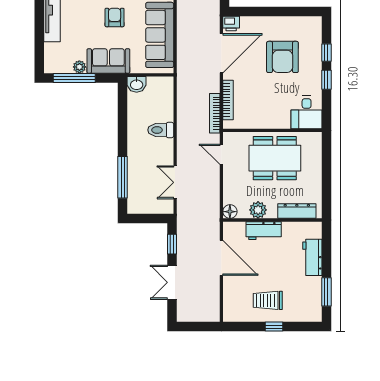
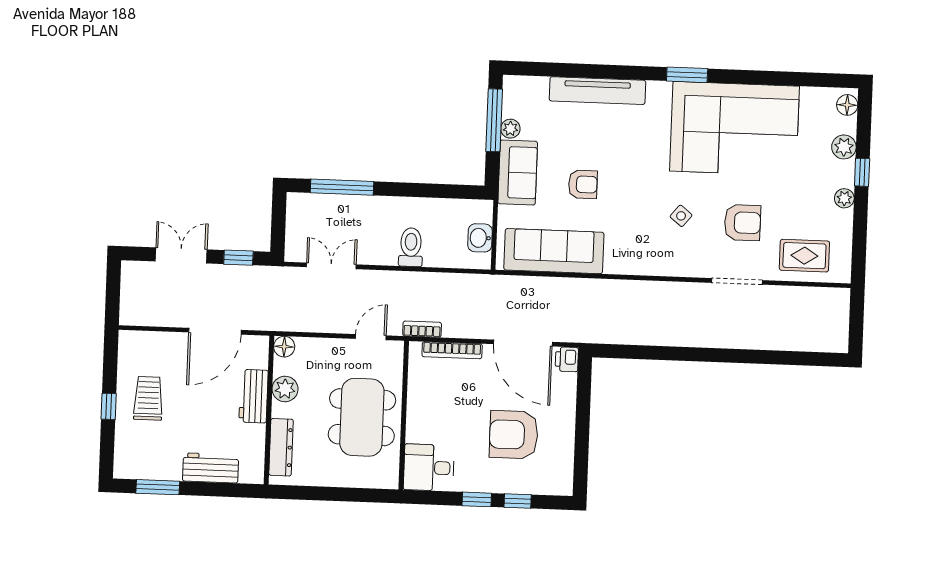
washbasin: (137, 84) -> (480, 238), moved
bookcase: (215, 113) -> (422, 329), width x0.64

